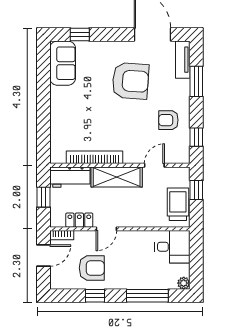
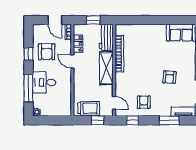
armchair: (130, 81) -> (169, 77), width x0.53, depth x0.53
door: (154, 165) -> (114, 103), moved
desk: (172, 247) -> (44, 83), moved, turned 90

